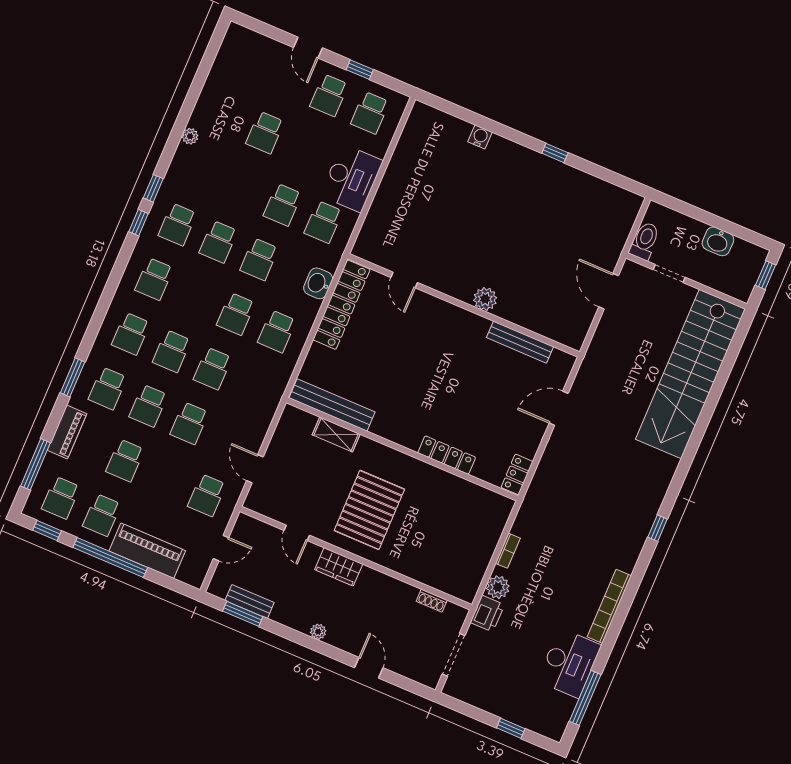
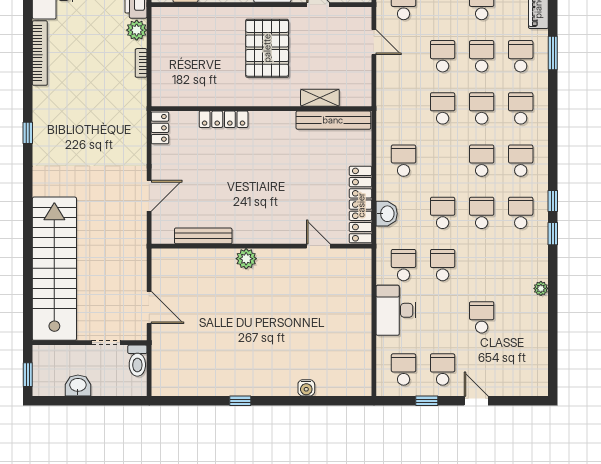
school desk: (236, 314) -> (482, 161), moved

